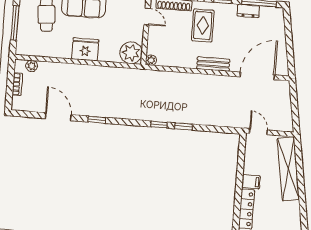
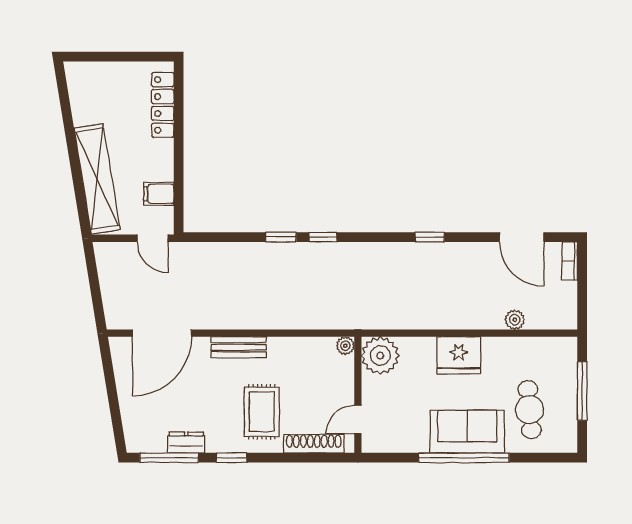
door: (147, 17) -> (358, 419), hinge flipped
plant: (32, 66) -> (515, 320), moved
bookcase: (17, 84) -> (570, 261), moved
door: (58, 117) -> (522, 237), moved
filing cabinet: (251, 182) -> (159, 194), moved

